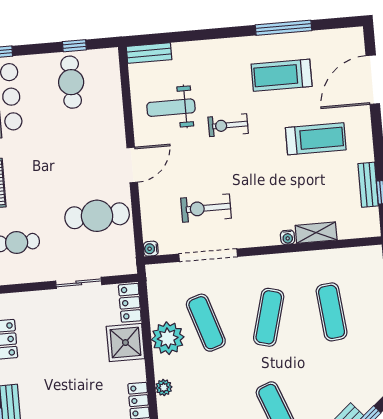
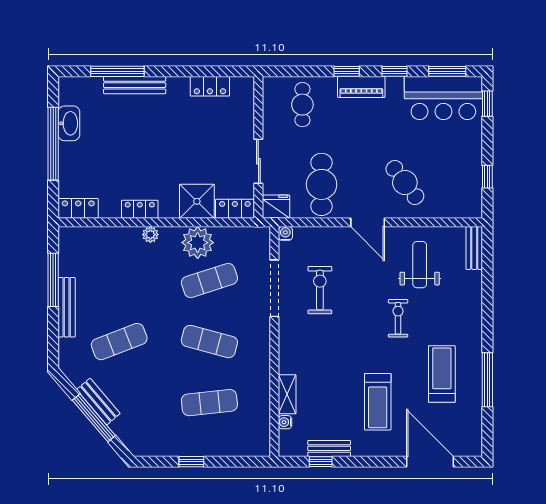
cafe table: (71, 82) -> (405, 183), moved, turned 53
water cooler: (288, 237) -> (285, 422), moved
fridge: (124, 261) -> (276, 207), added

